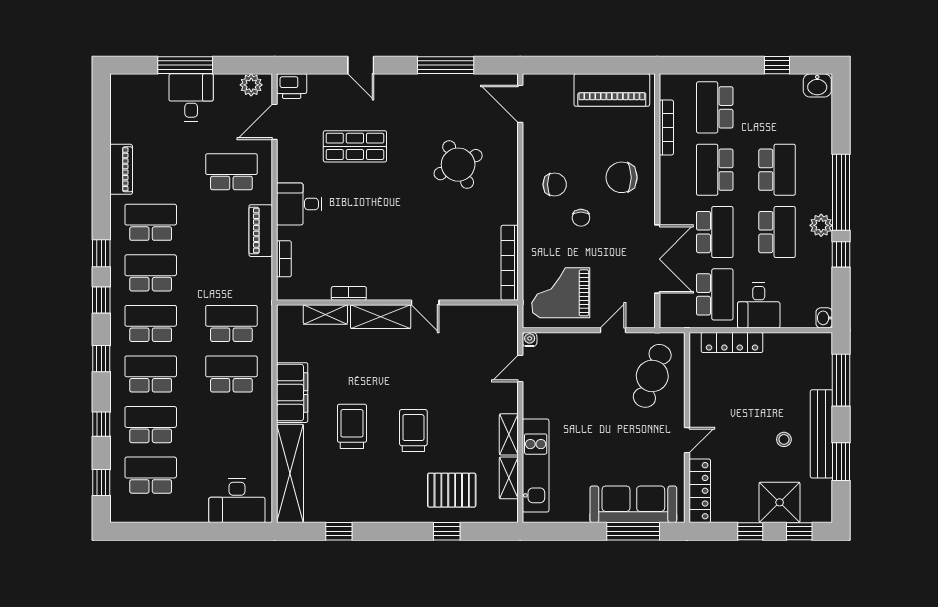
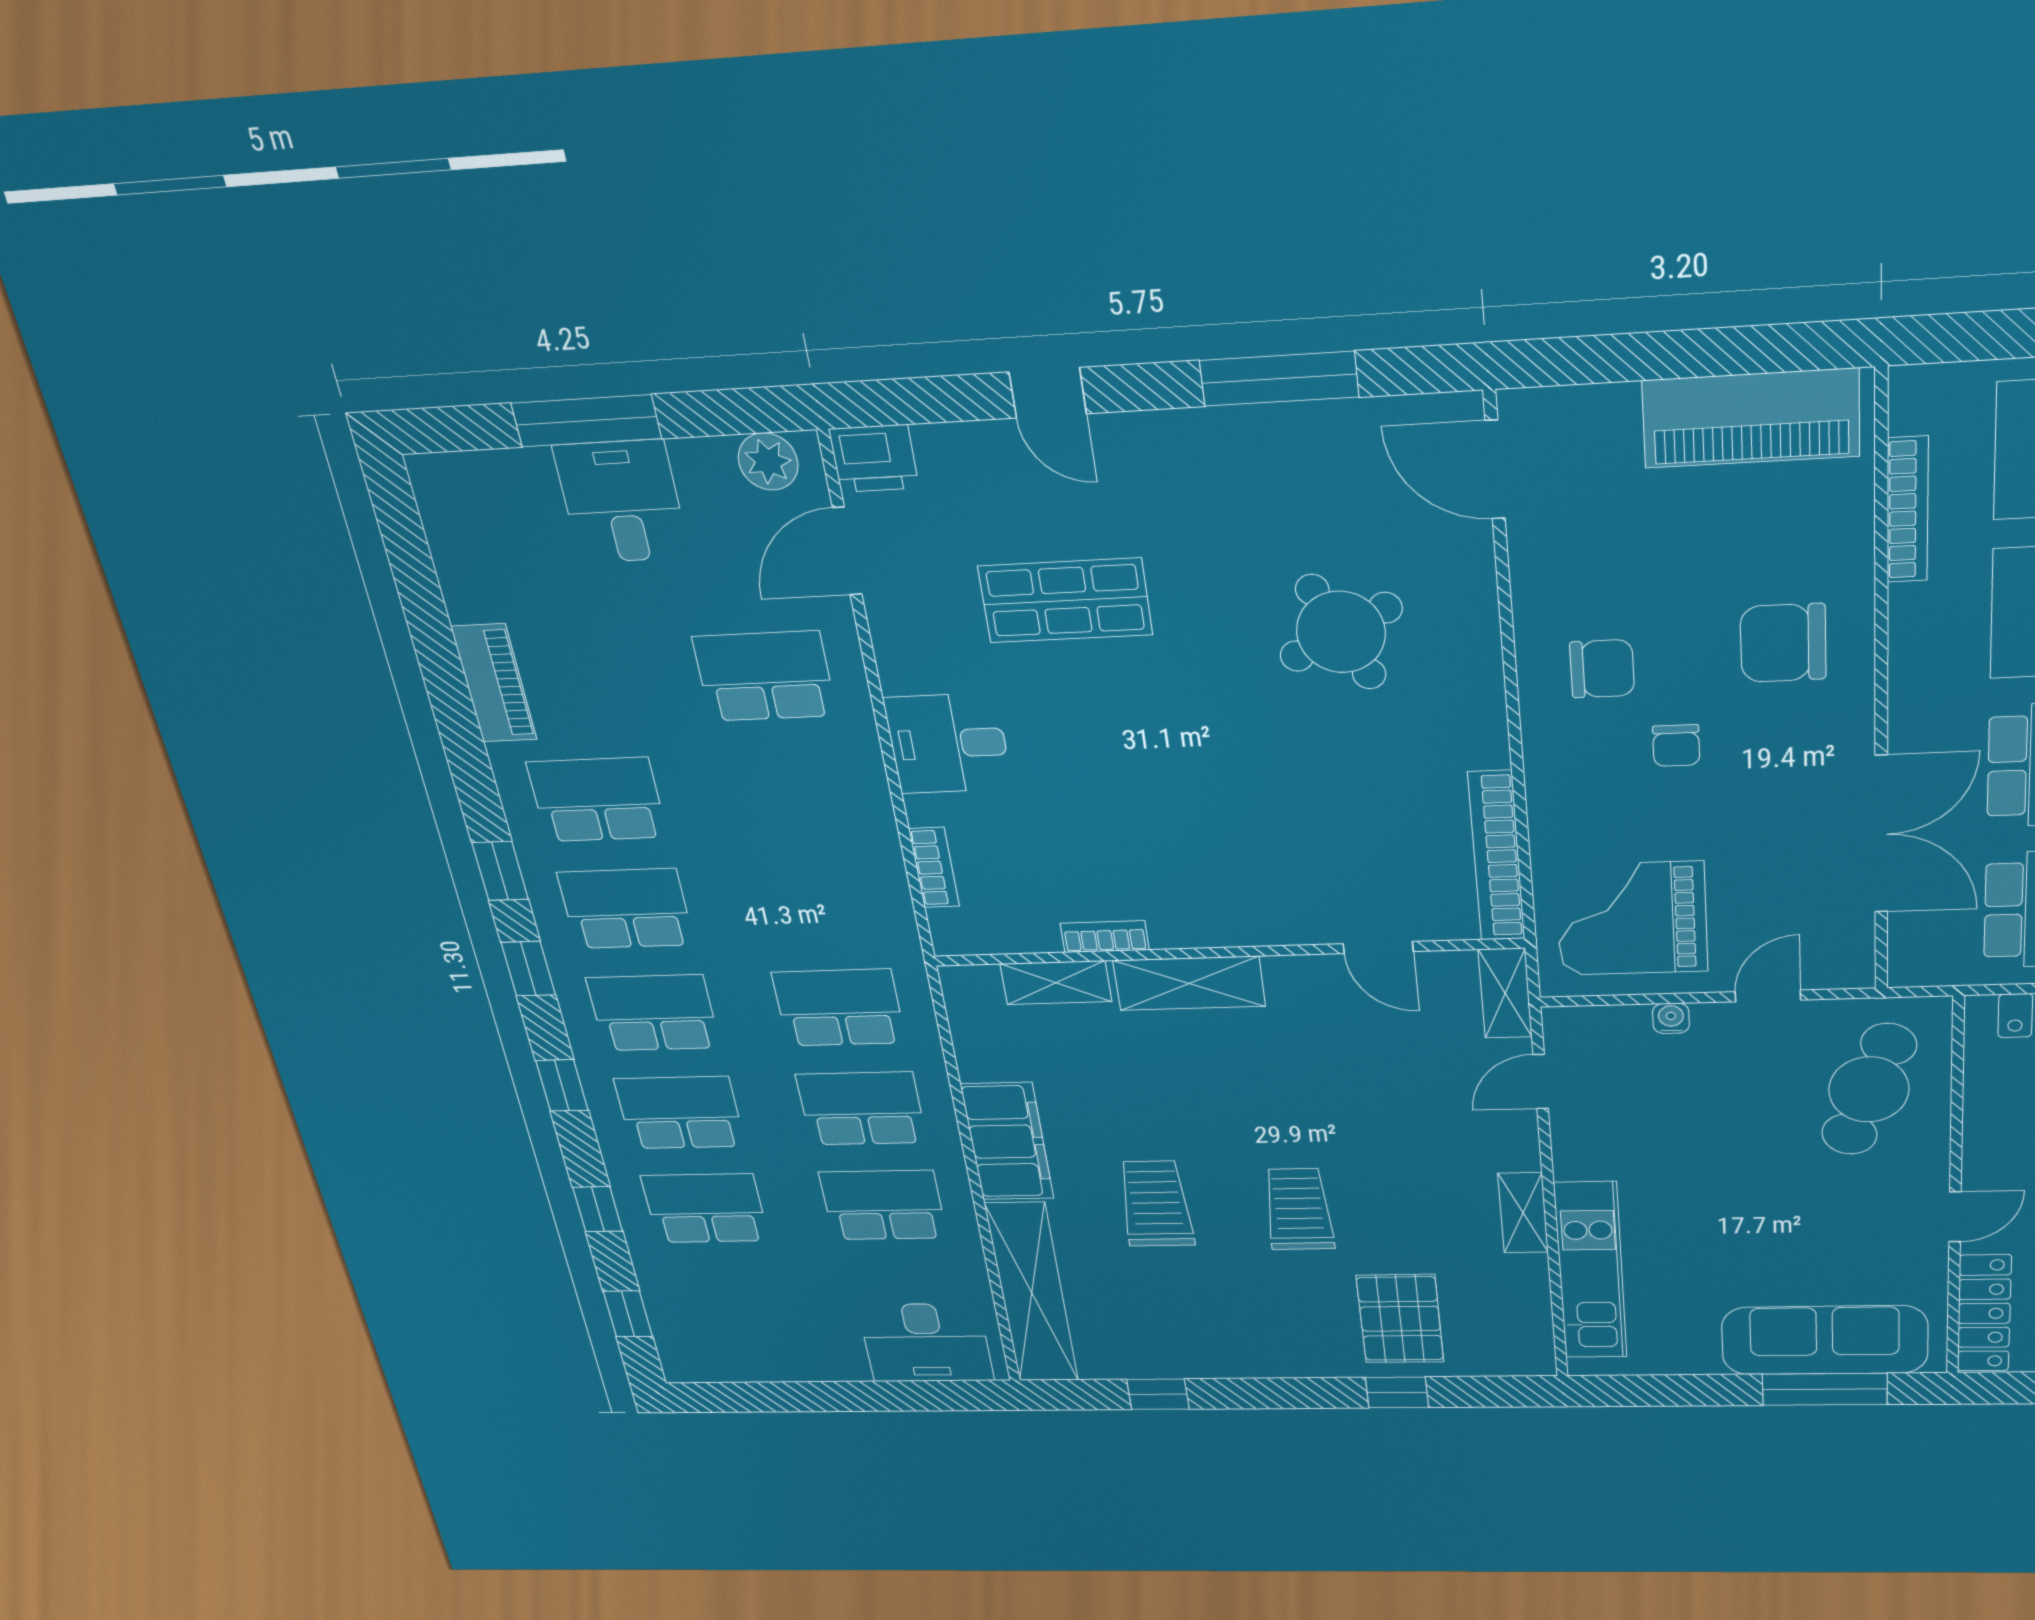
piano: (261, 231) -> (865, 807), removed
door: (425, 302) -> (1378, 948), moved
water cooler: (530, 340) -> (1671, 1018), moved
school desk: (151, 475) -> (883, 1205), moved
shelving: (509, 478) -> (1505, 993), moved
pallet: (452, 490) -> (1400, 1319), turned 90

